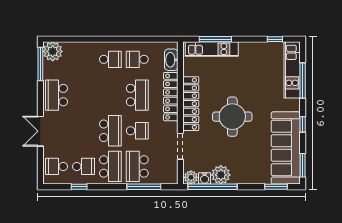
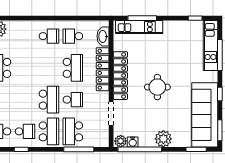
round table: (232, 117) -> (157, 87), width x0.73, depth x0.73
plant: (221, 175) -> (163, 139), moved

